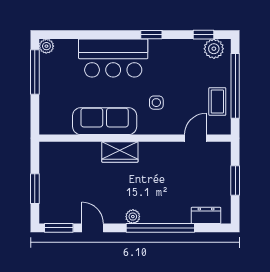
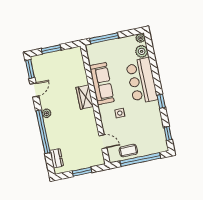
plant: (214, 49) -> (142, 51), moved
window: (35, 72) -> (104, 38), moved

